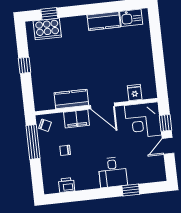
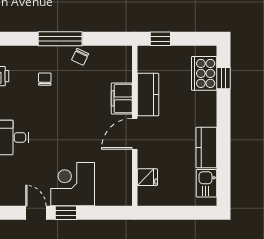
fridge: (135, 93) -> (147, 177), moved
kitchen counter: (71, 99) -> (148, 95), moved
door: (102, 106) -> (135, 134), moved
wall: (96, 107) -> (135, 126), moved
filing cabinet: (77, 119) -> (122, 98), moved

